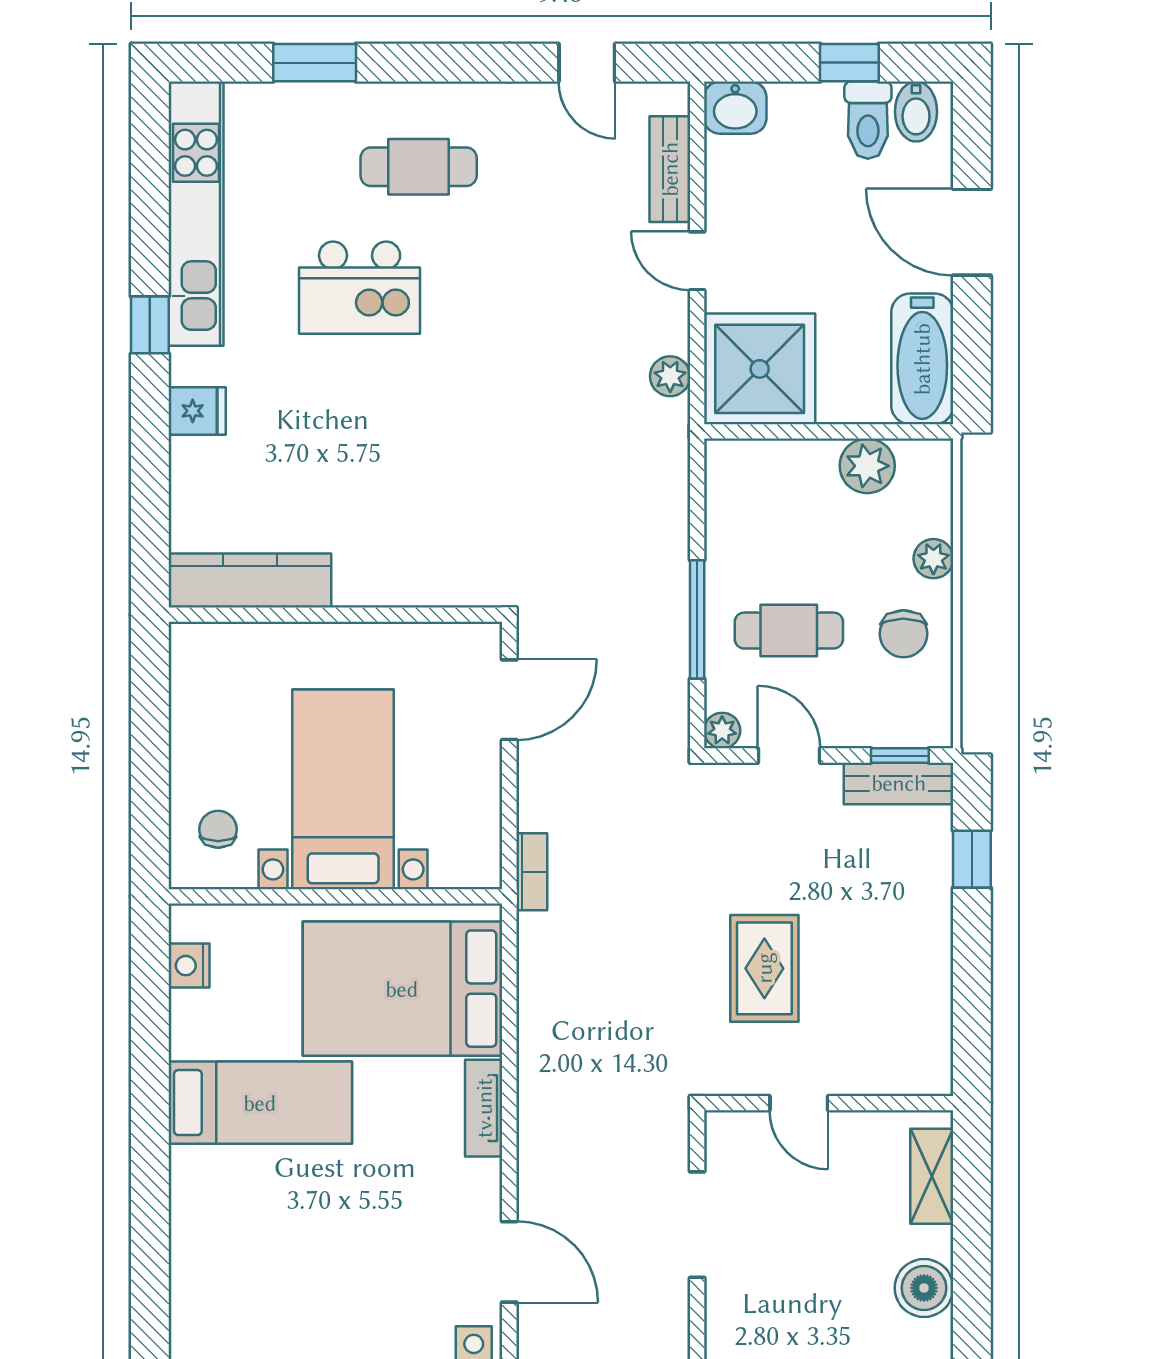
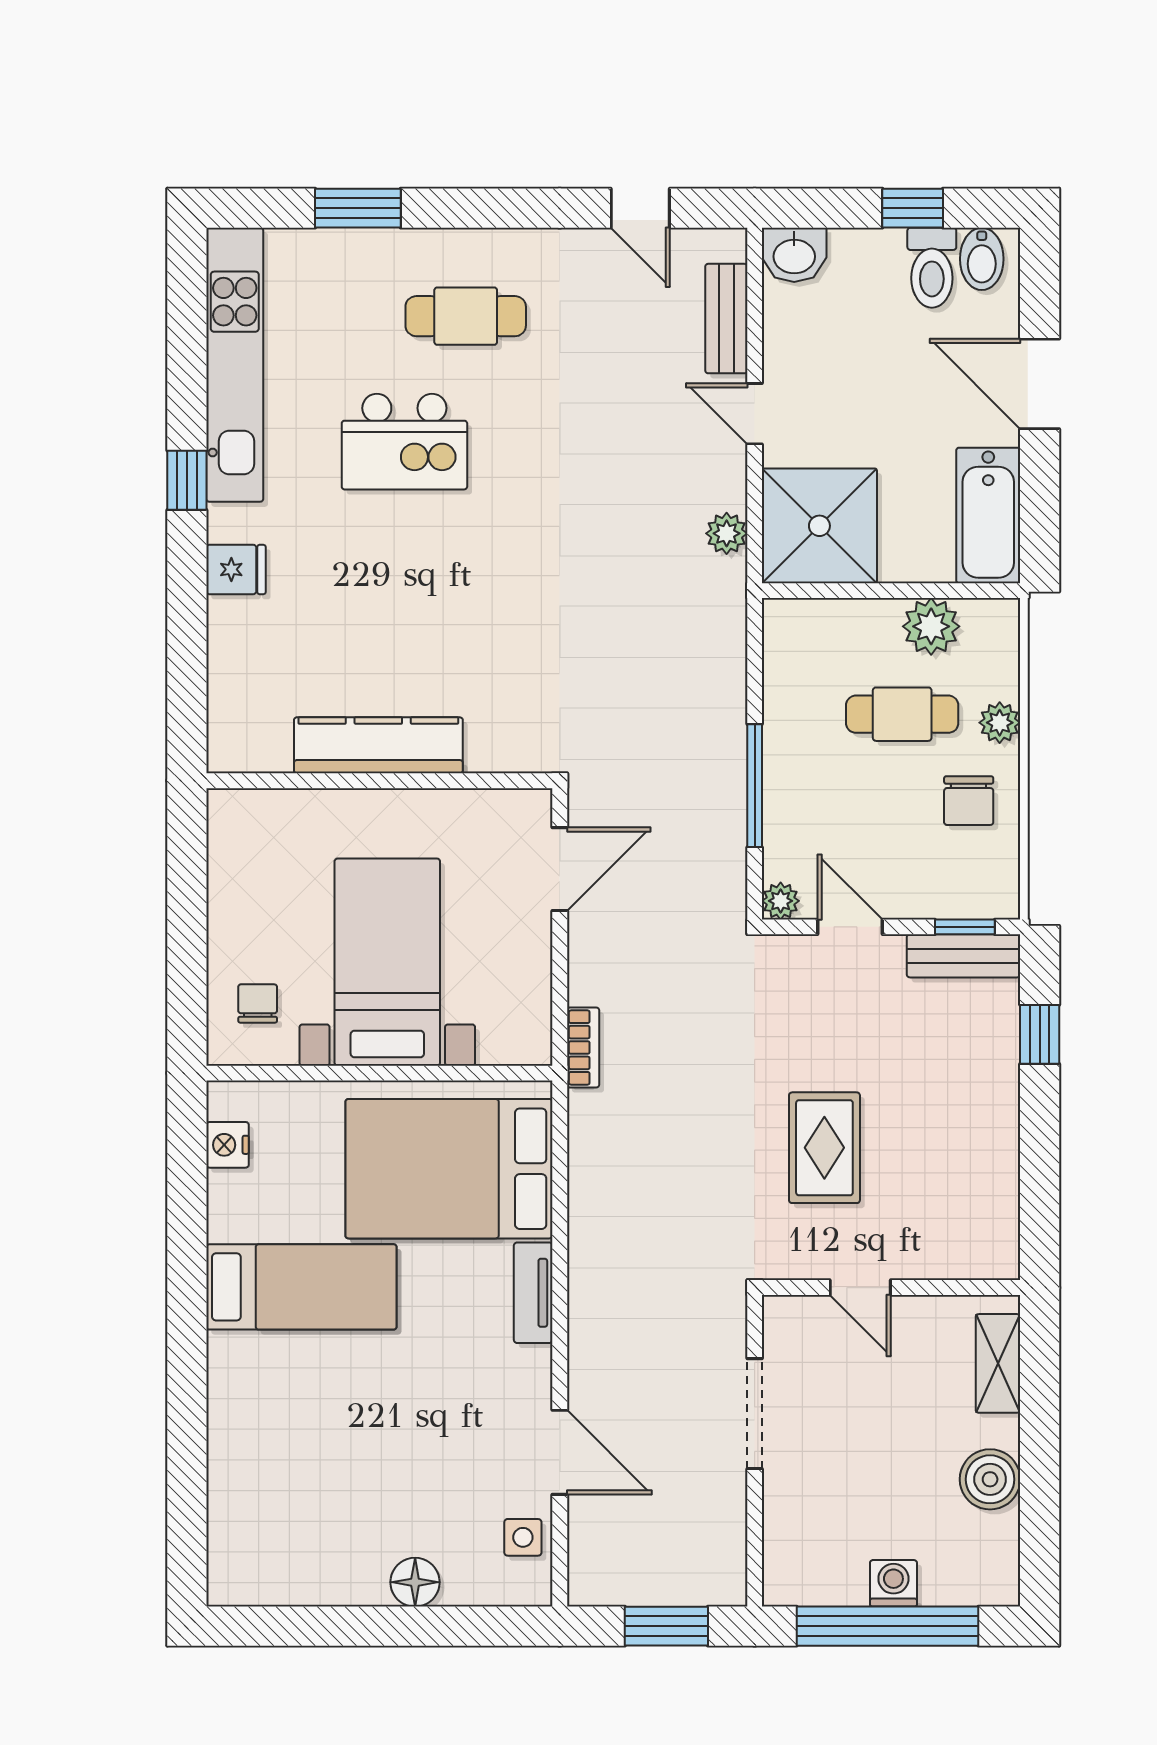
kitchen counter: (250, 580) -> (378, 745), moved
cafe table: (789, 631) -> (902, 714), moved

